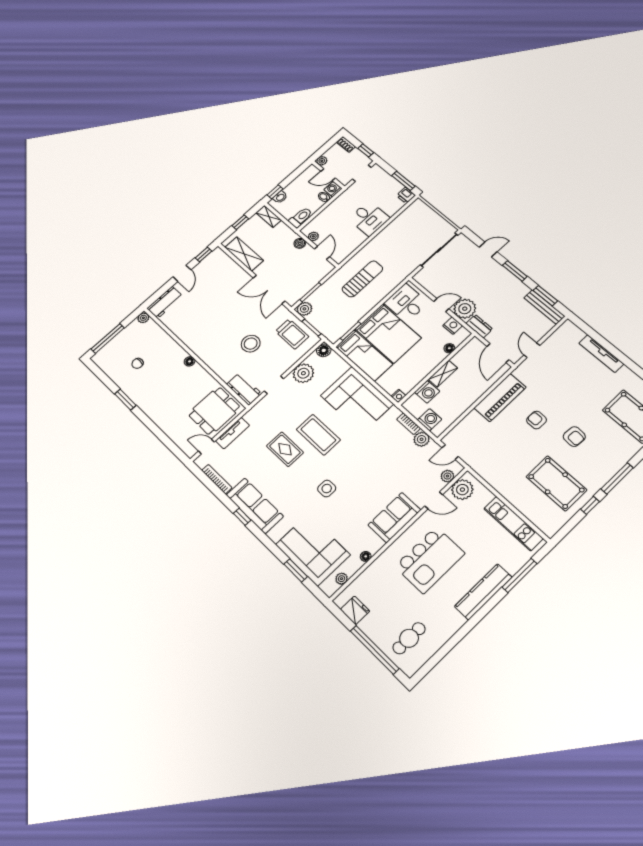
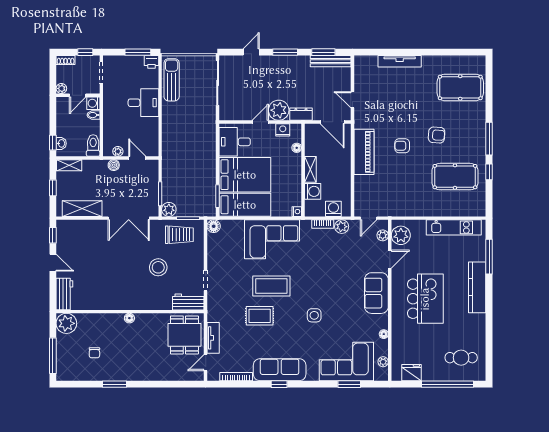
sun lounger: (362, 279) -> (172, 80), moved
plant: (143, 318) -> (66, 323), width x1.87, depth x1.87
plant: (303, 373) -> (217, 254), removed
cafe table: (409, 638) -> (461, 358), turned 90

